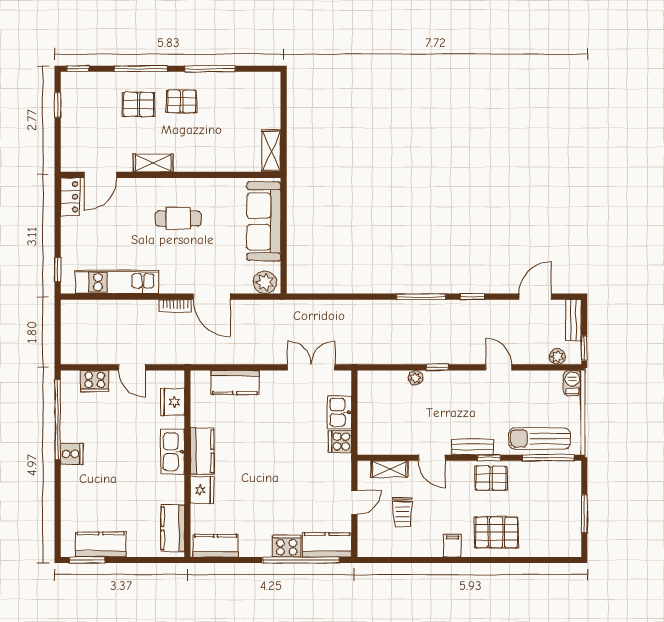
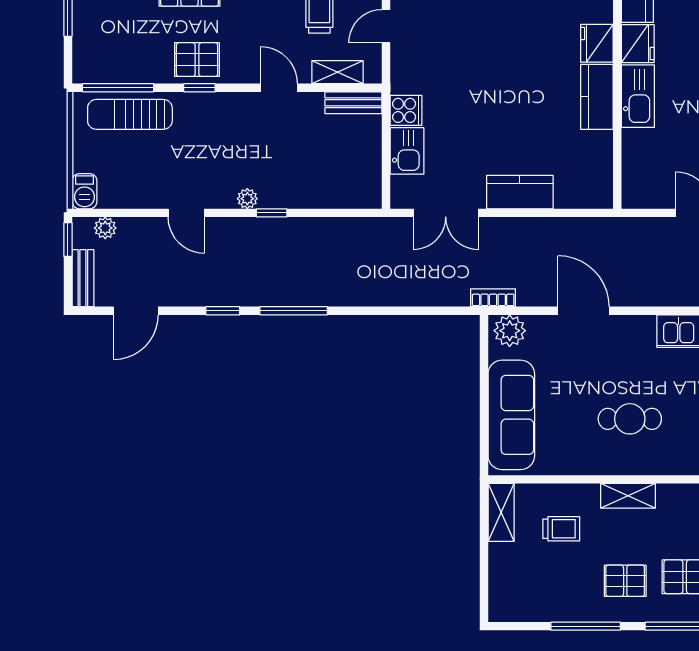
trolley: (228, 139) -> (561, 529), added
shelving: (153, 163) -> (628, 496), moved
bookcase: (175, 306) -> (493, 298), moved
plant: (416, 378) -> (247, 199), moved
kitchen counter: (235, 382) -> (520, 192), moved
fridge: (173, 402) -> (638, 44), moved
sun lounger: (539, 439) -> (130, 114), turned 180
bench: (473, 447) -> (353, 103), moved

